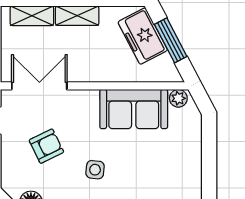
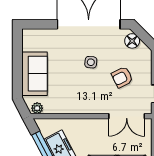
sofa: (134, 109) -> (34, 74), moved, turned 90

